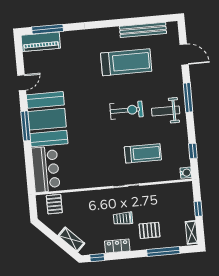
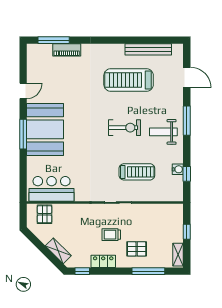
piano: (41, 42) -> (67, 50), moved, width x0.73, depth x0.75
treadmill: (126, 62) -> (129, 80), turned 180
bar counter: (46, 169) -> (52, 189), moved, turned -90
water cooler: (186, 173) -> (178, 169), moved

